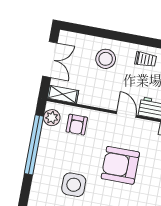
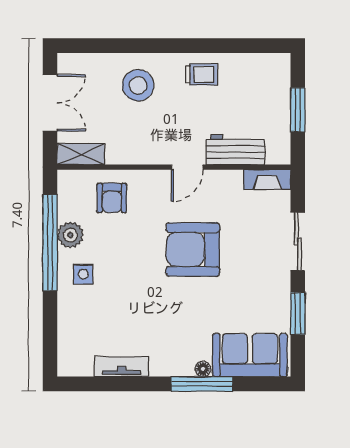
door: (126, 114) -> (187, 167), swing flipped
plant: (52, 118) -> (70, 235), moved
side table: (74, 185) -> (83, 274), moved, width x0.54, depth x0.54

